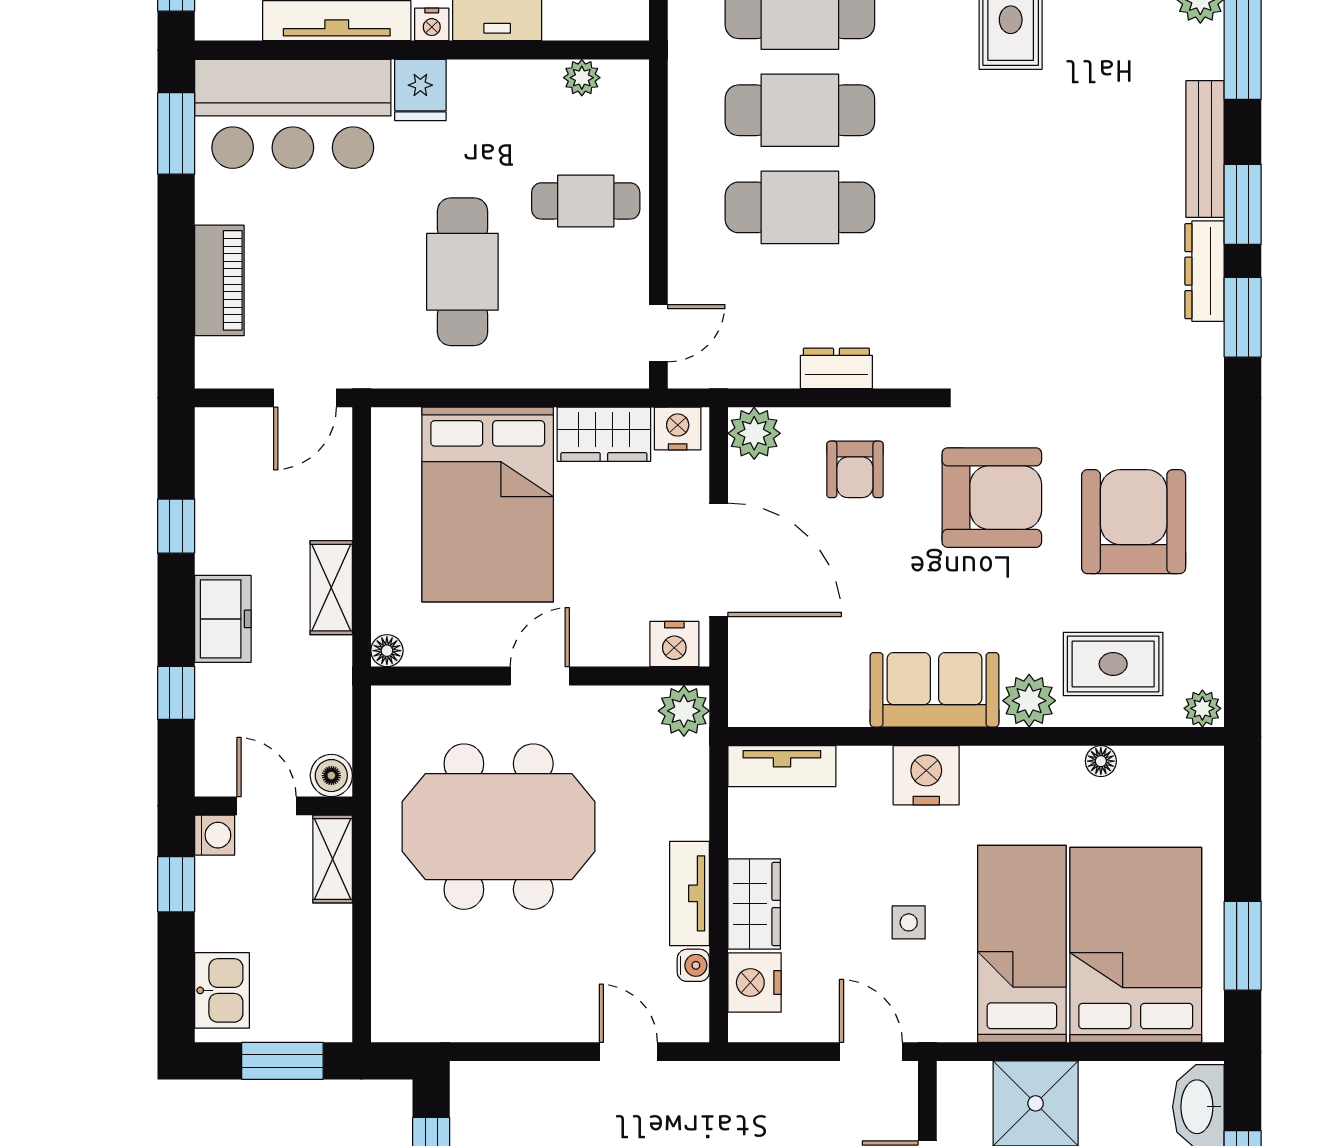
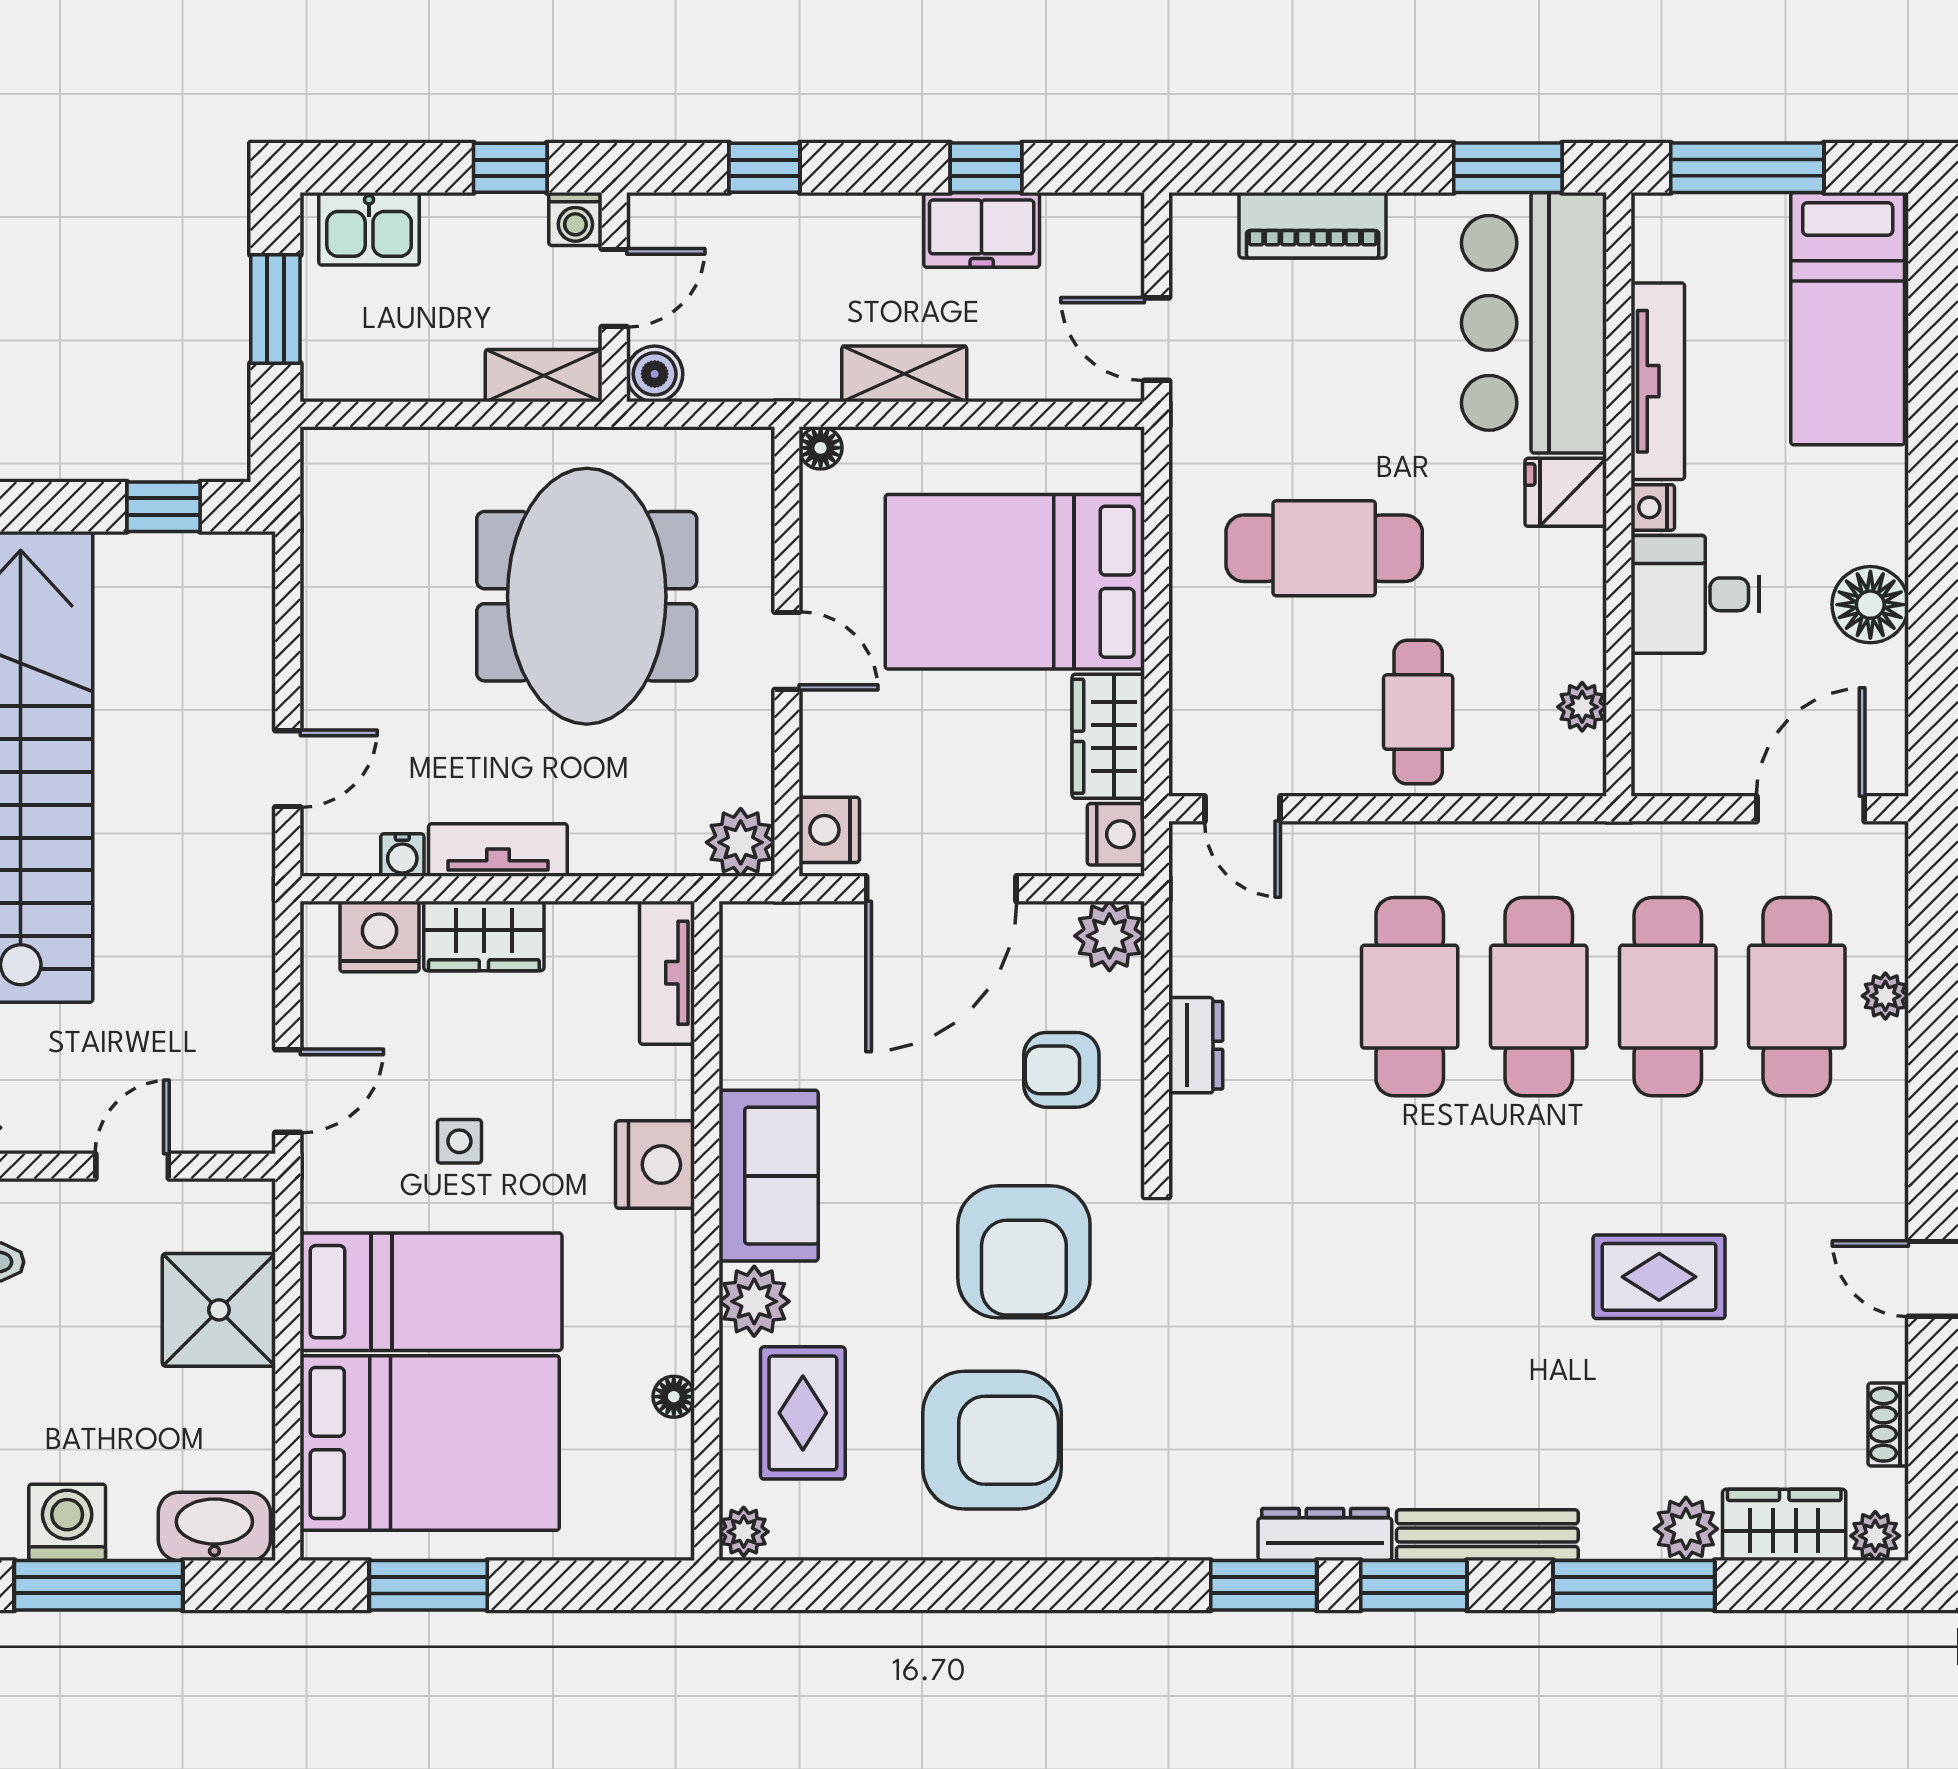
freezer: (223, 619) -> (982, 230), moved

